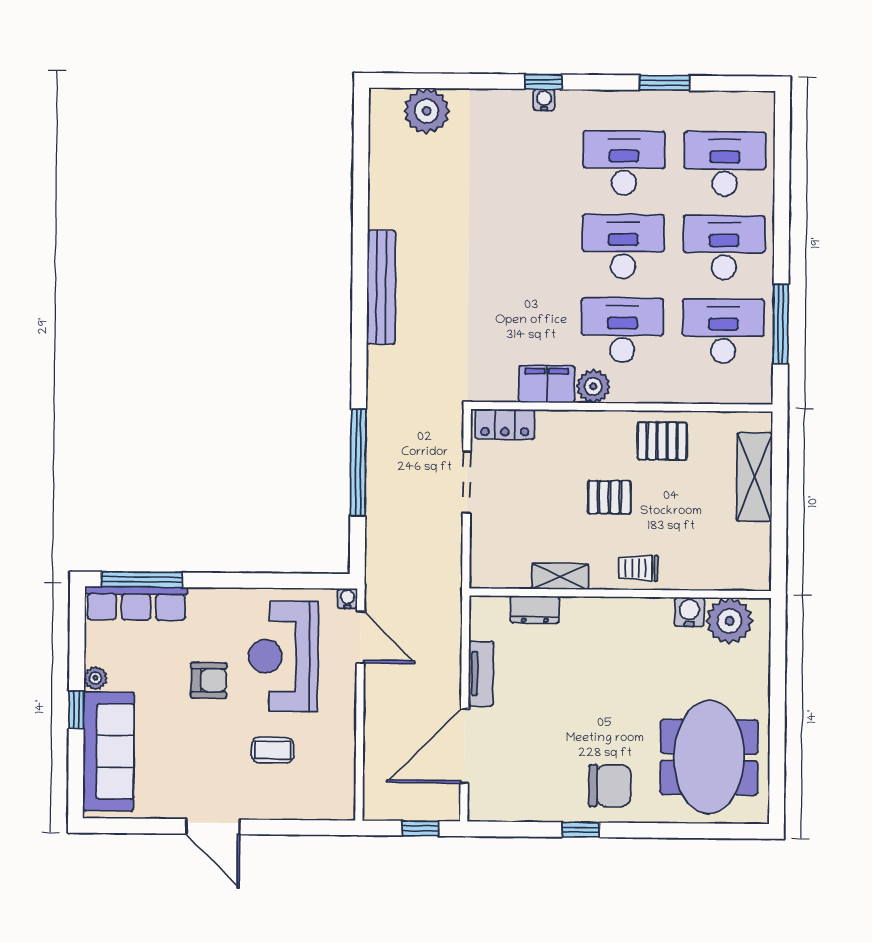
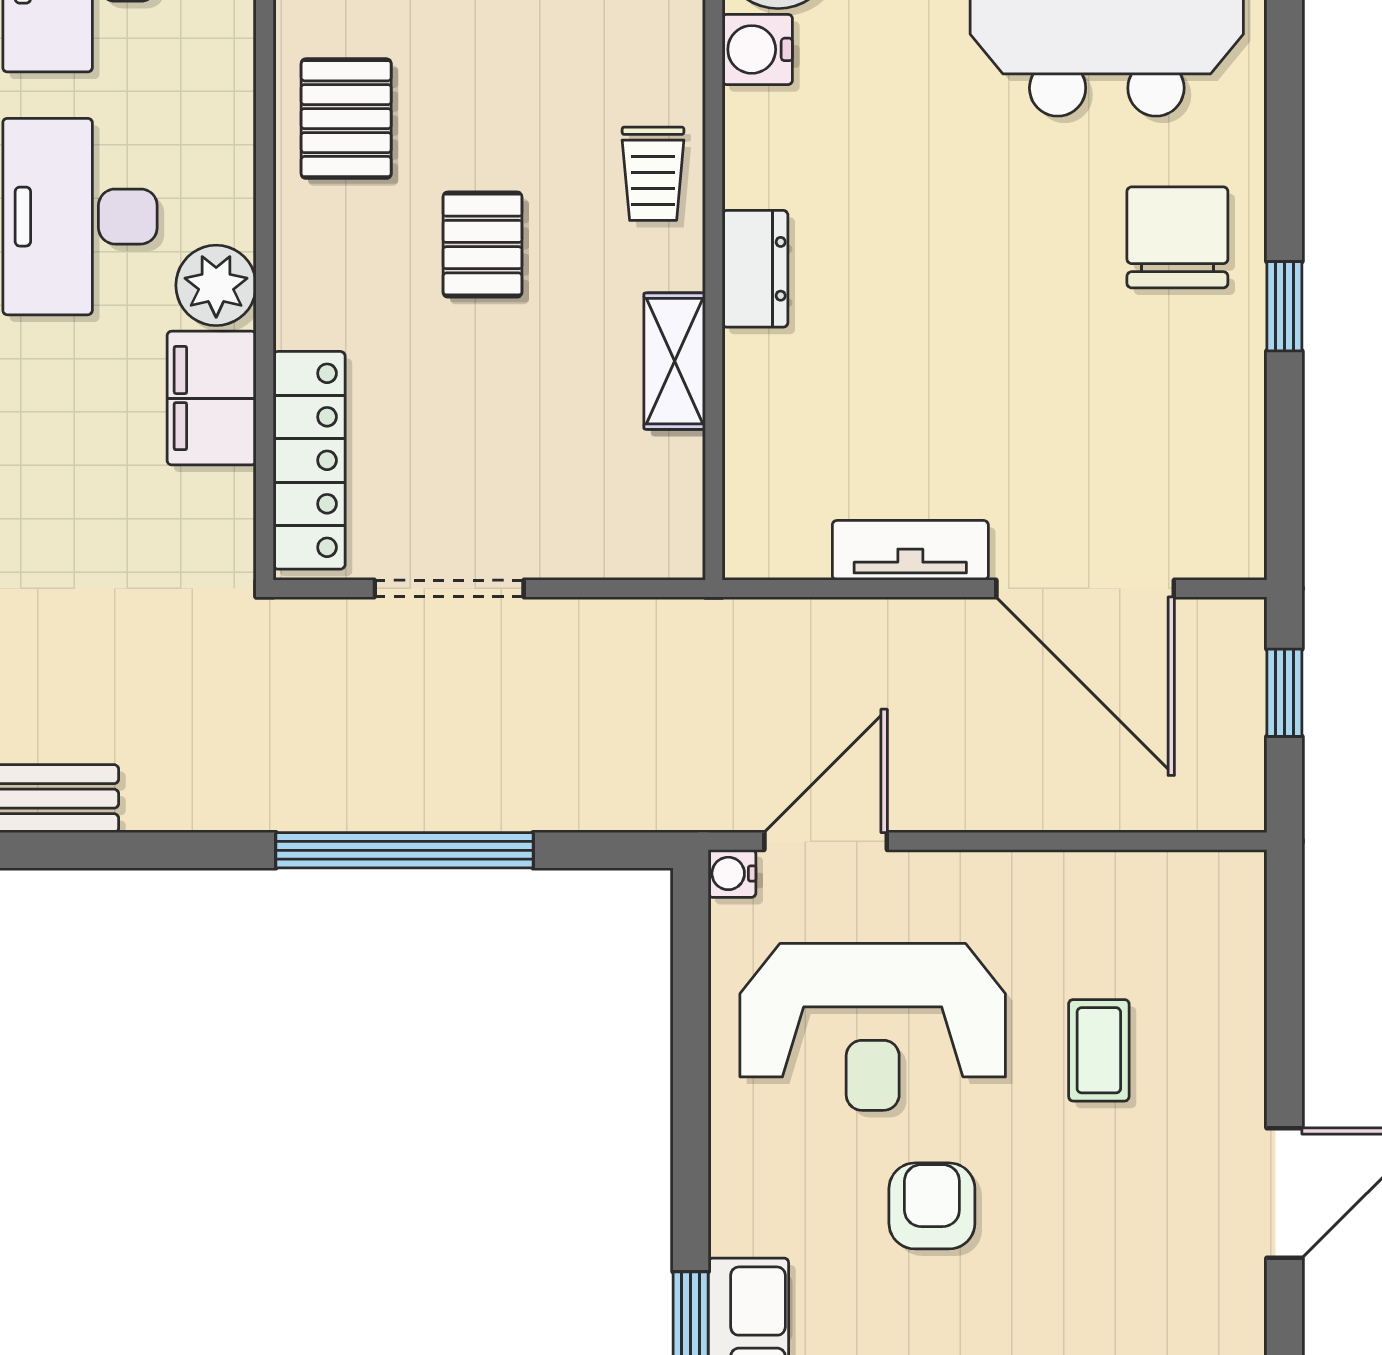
locker: (505, 424) -> (309, 460), width x1.53
dresser: (535, 610) -> (755, 269), moved

